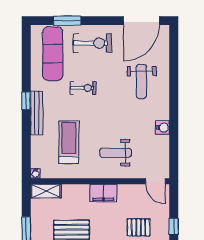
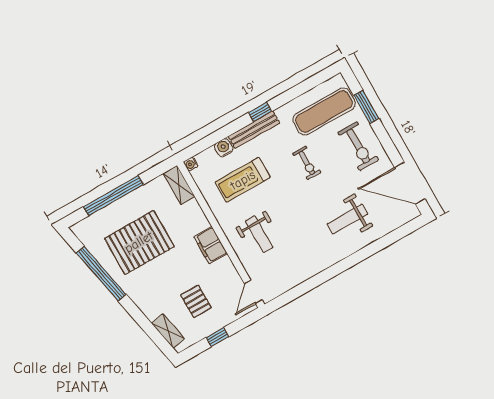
water cooler: (163, 128) -> (224, 148), moved, turned 180
treadmill: (69, 142) -> (243, 180), turned 180
weight bench: (116, 153) -> (259, 234), turned 180

